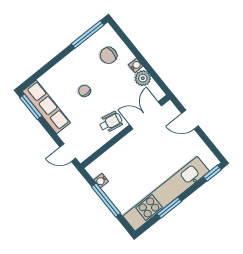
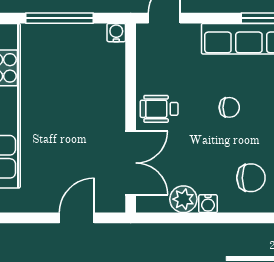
chair: (109, 55) -> (251, 178), turned 90
wheelchair: (111, 122) -> (159, 109), turned 79
water cooler: (101, 181) -> (116, 33), moved

